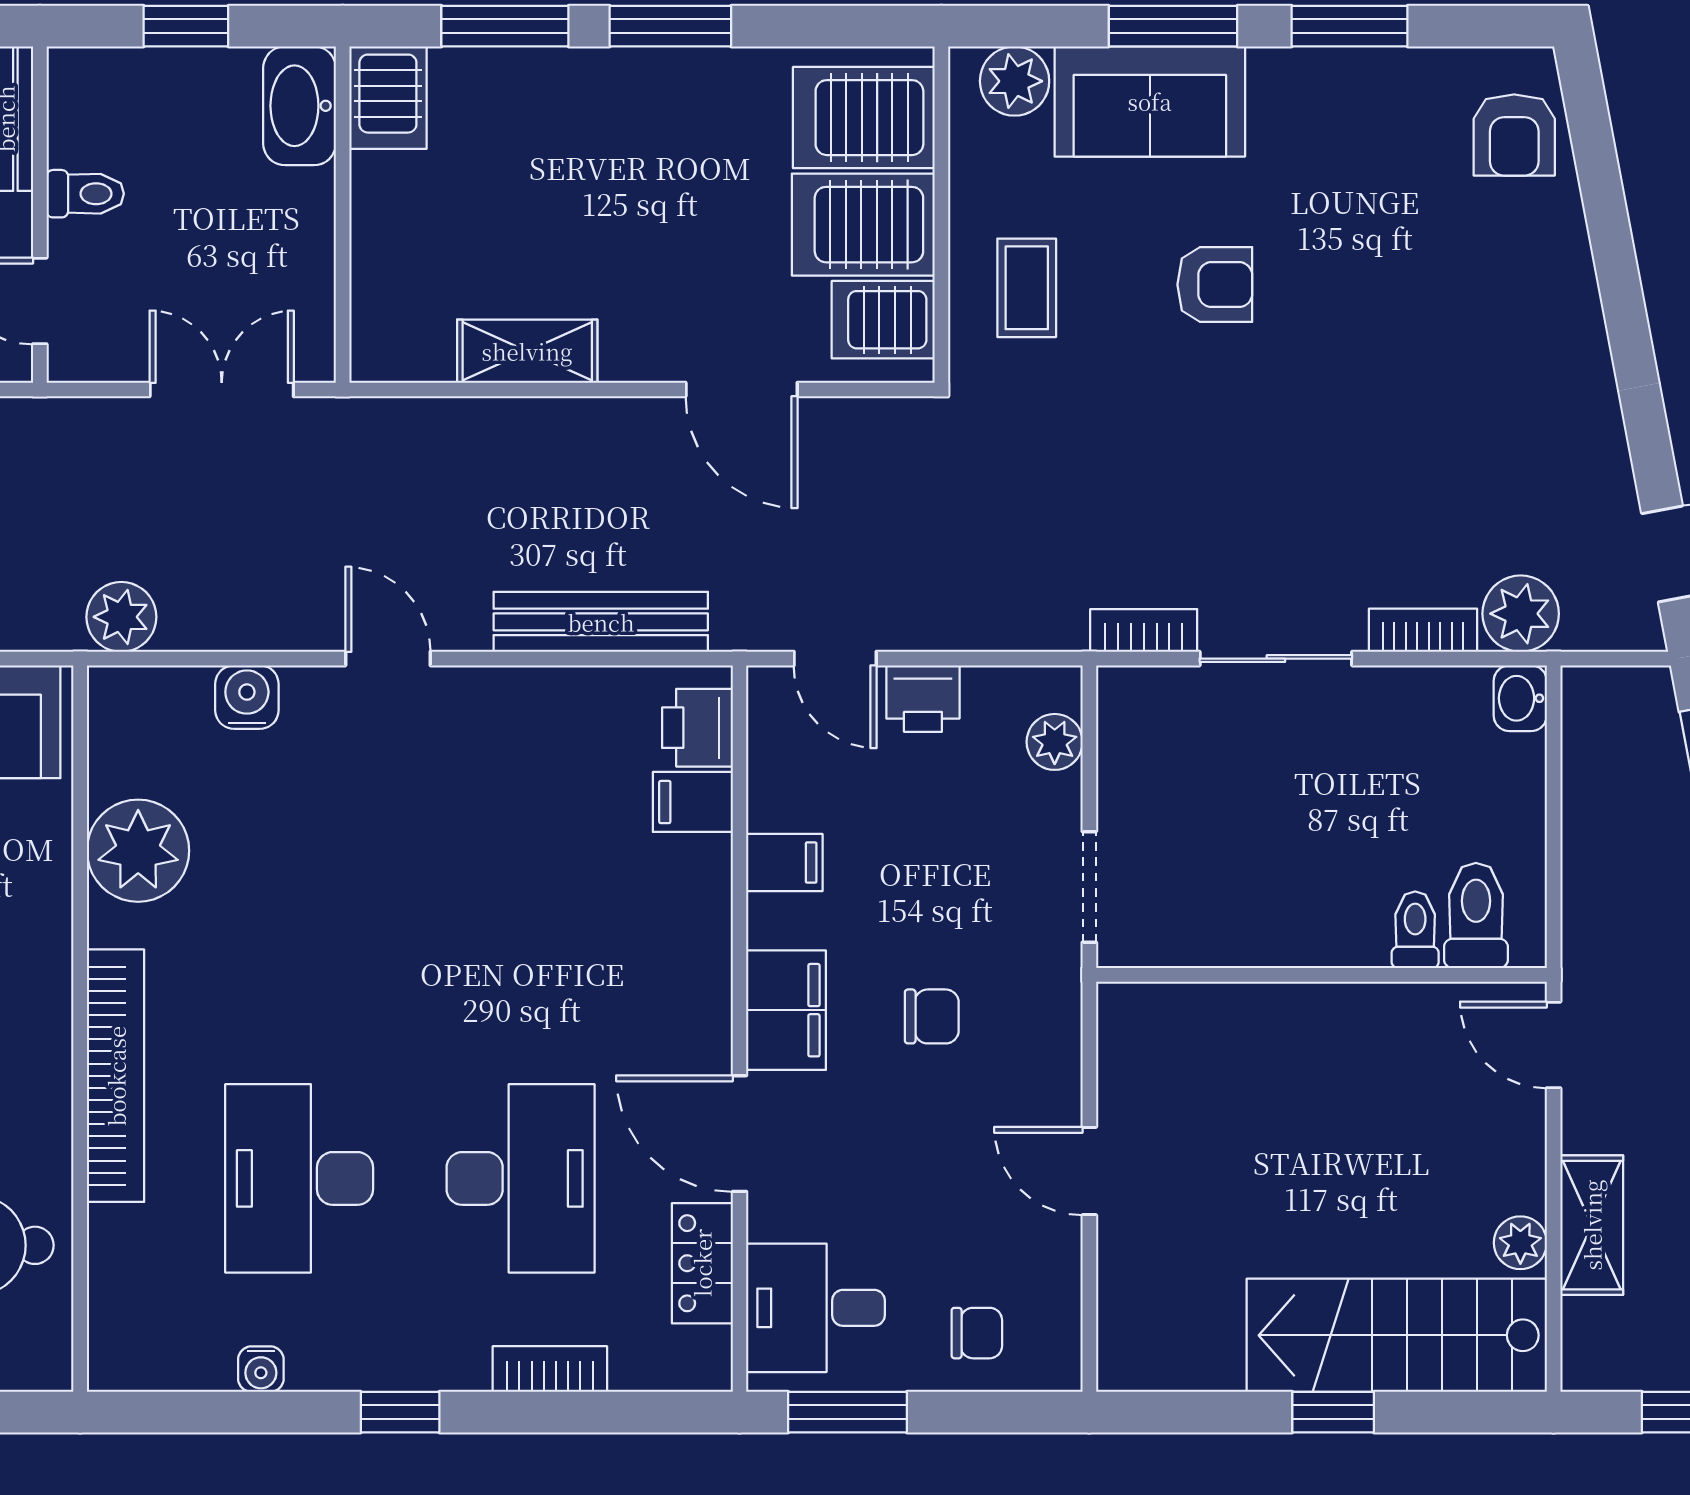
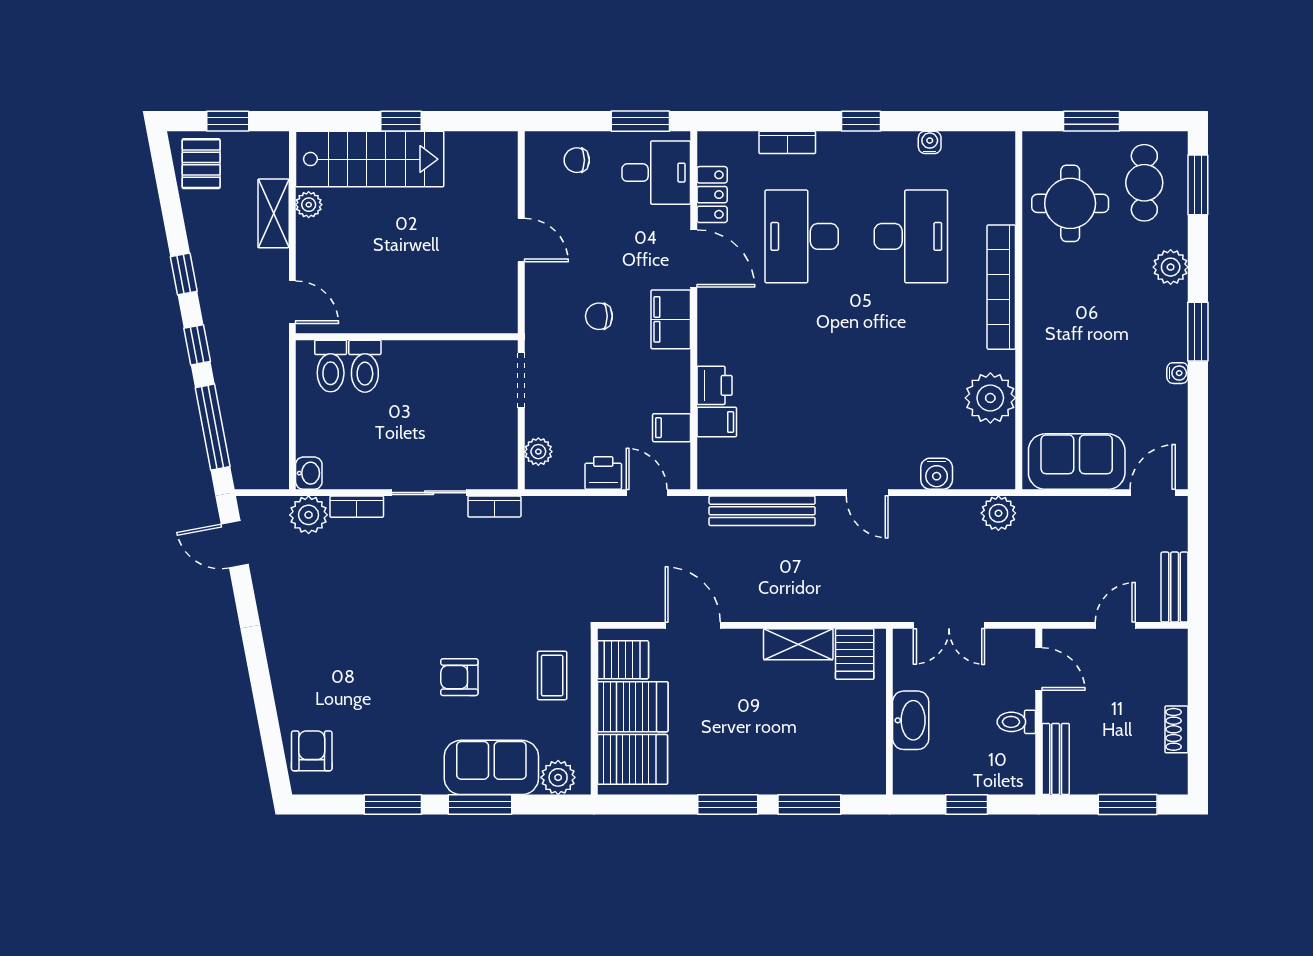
server rack: (388, 98) -> (855, 654), moved, turned 180
washbasin: (300, 106) -> (911, 720), moved
printer: (697, 728) -> (714, 385), moved
filing cabinet: (784, 863) -> (672, 428), moved
toilet: (1415, 930) -> (365, 366), width x1.37, depth x1.39

